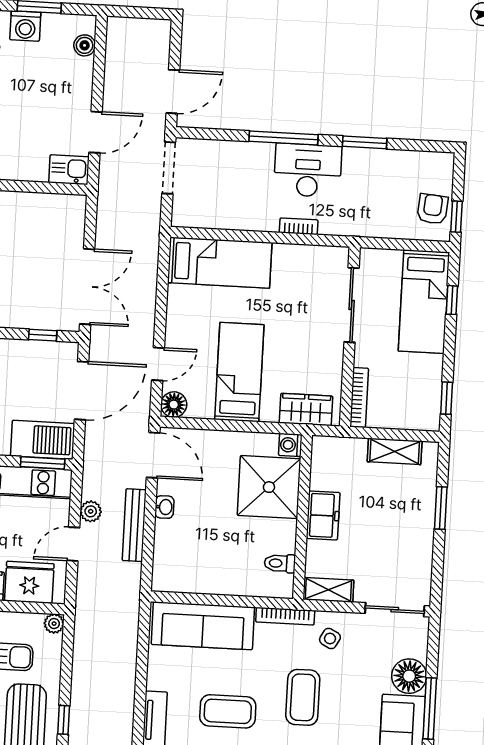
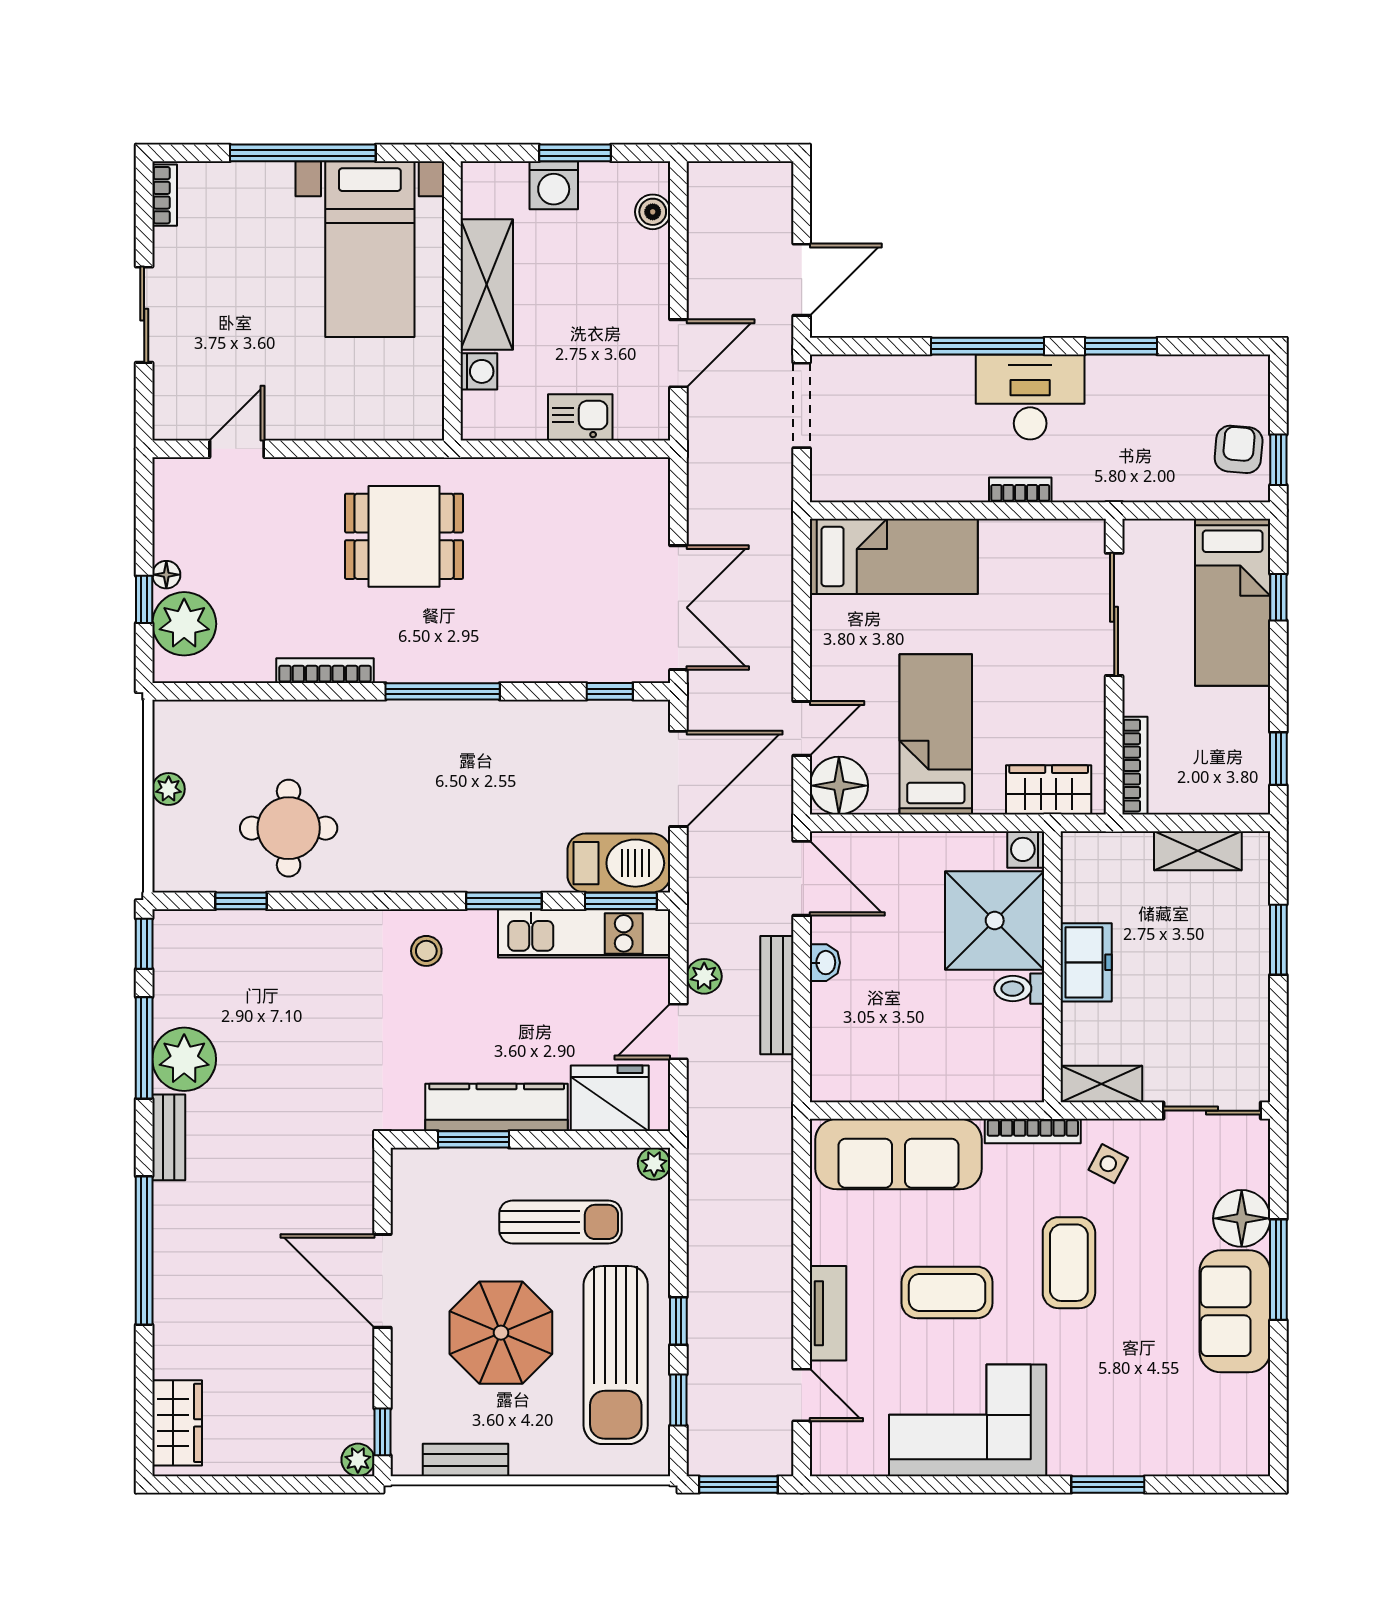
kitchen sink: (69, 170) -> (580, 417), moved
floor lamp: (174, 405) -> (839, 786), width x1.38, depth x1.38
toilet: (280, 563) -> (1019, 989), moved

